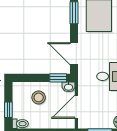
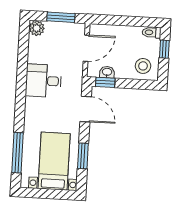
washbasin: (69, 87) -> (107, 72), moved
stool: (39, 97) -> (143, 66), moved

